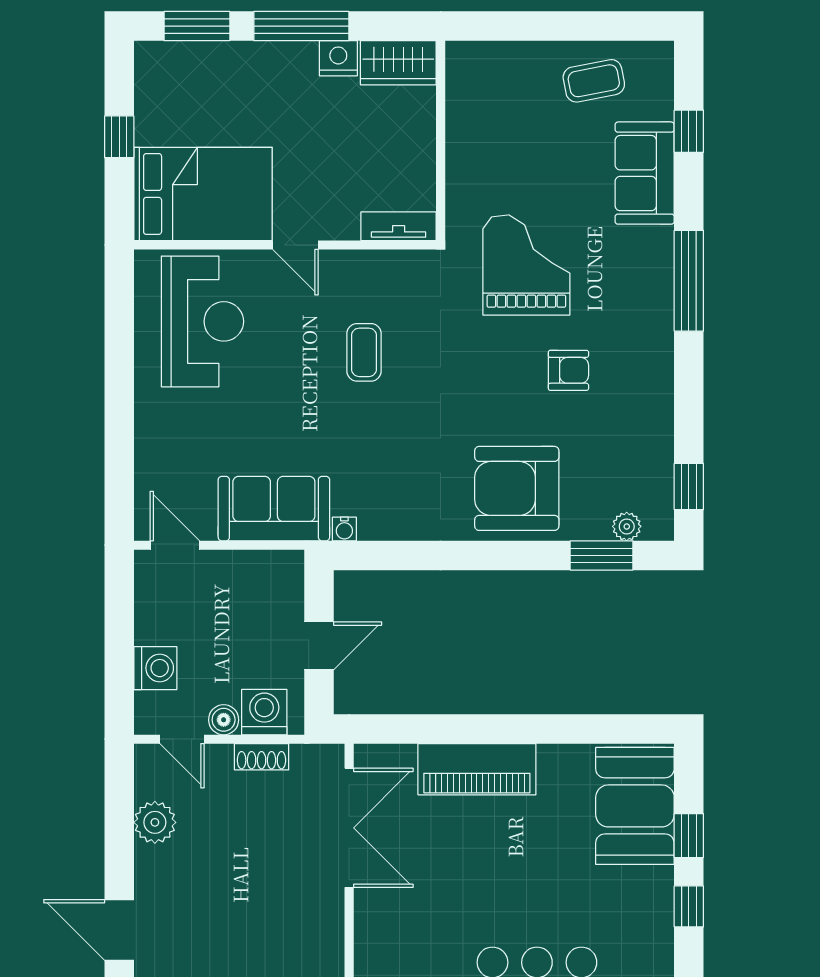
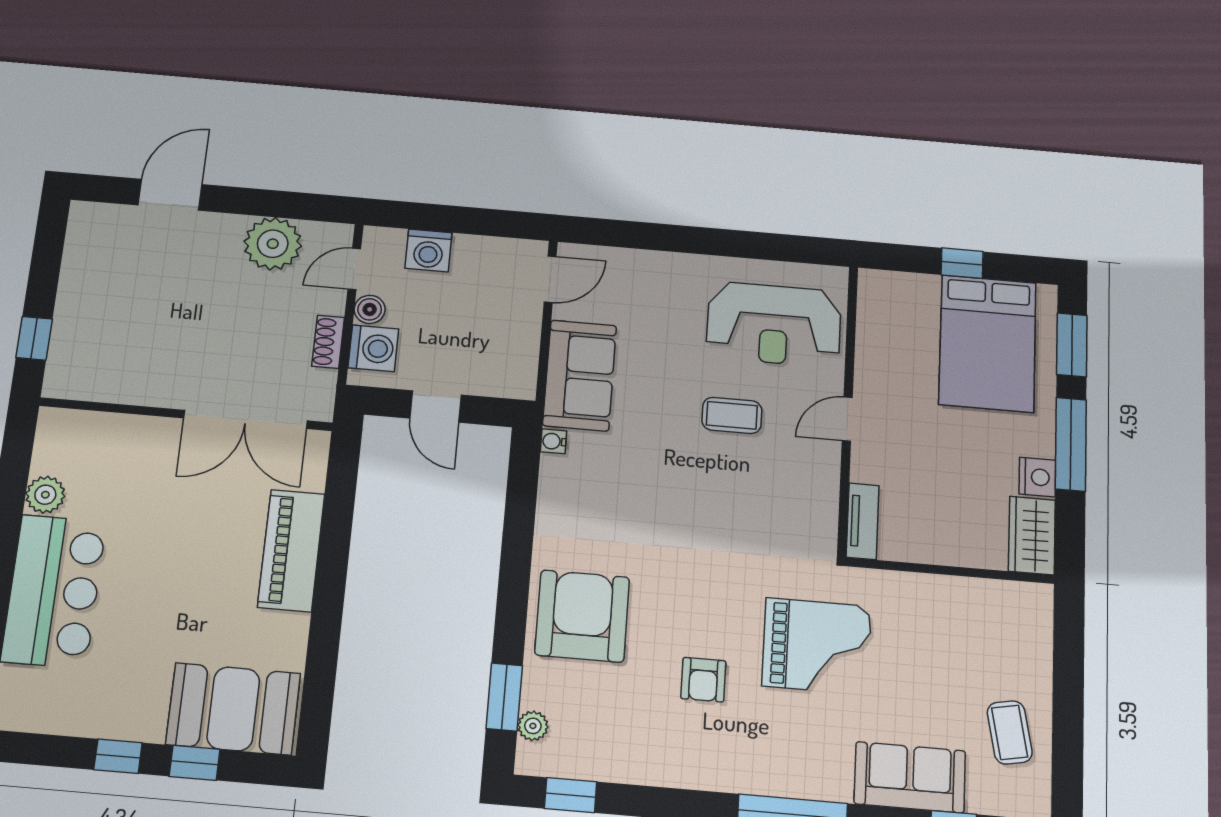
bed: (203, 194) -> (988, 343), moved
coffee table: (364, 352) -> (732, 415), moved
plant: (155, 822) -> (273, 244), width x1.36, depth x1.36

